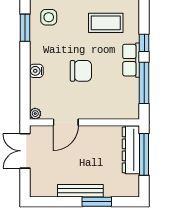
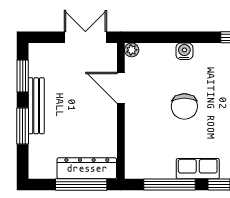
window: (56, 202) -> (23, 76), added

